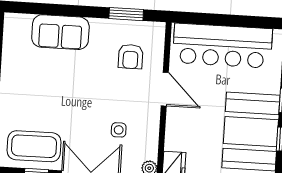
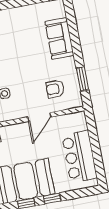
bar counter: (222, 46) -> (79, 157), width x0.73

